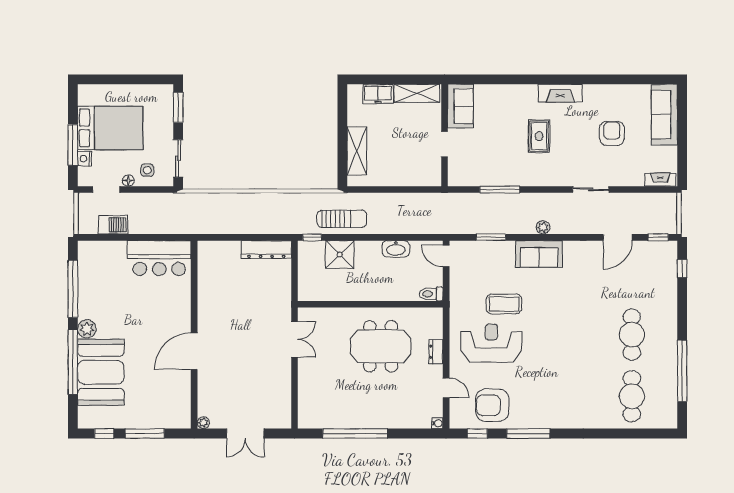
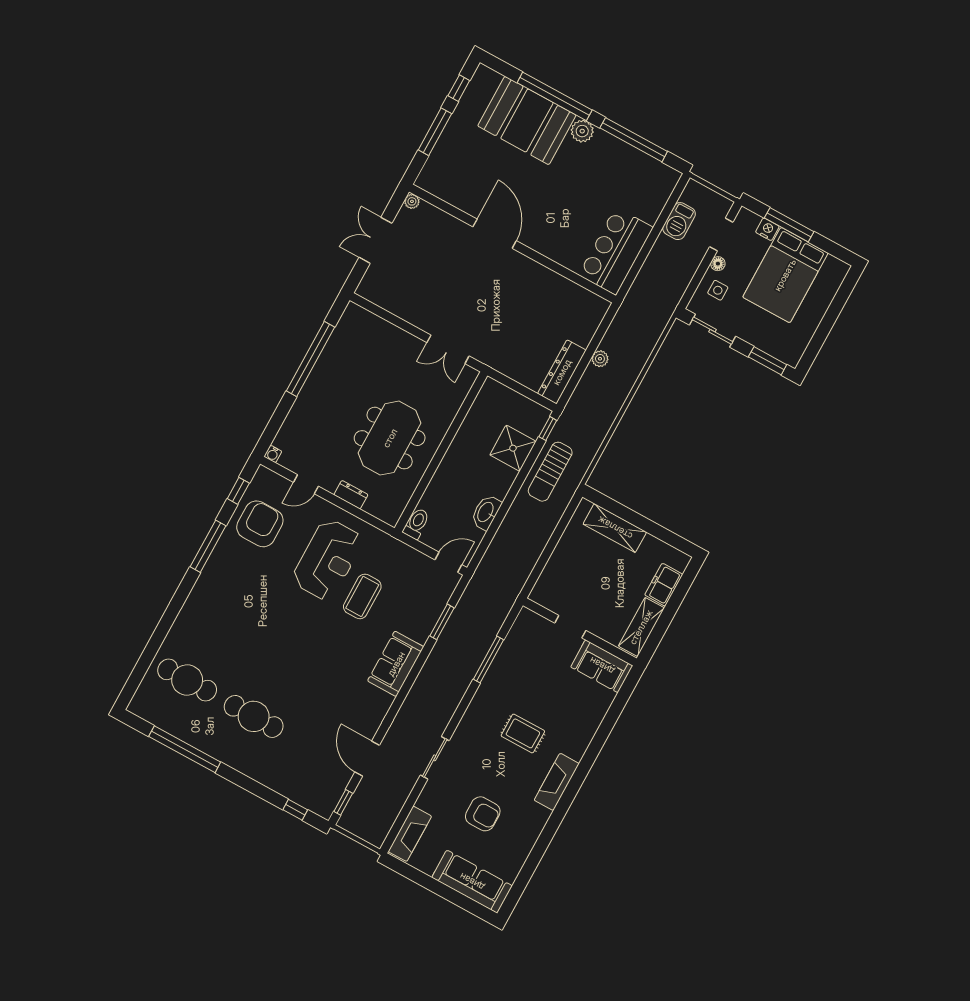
fireplace: (660, 180) -> (410, 834), width x1.37, depth x1.32
plant: (543, 227) -> (600, 359), moved

